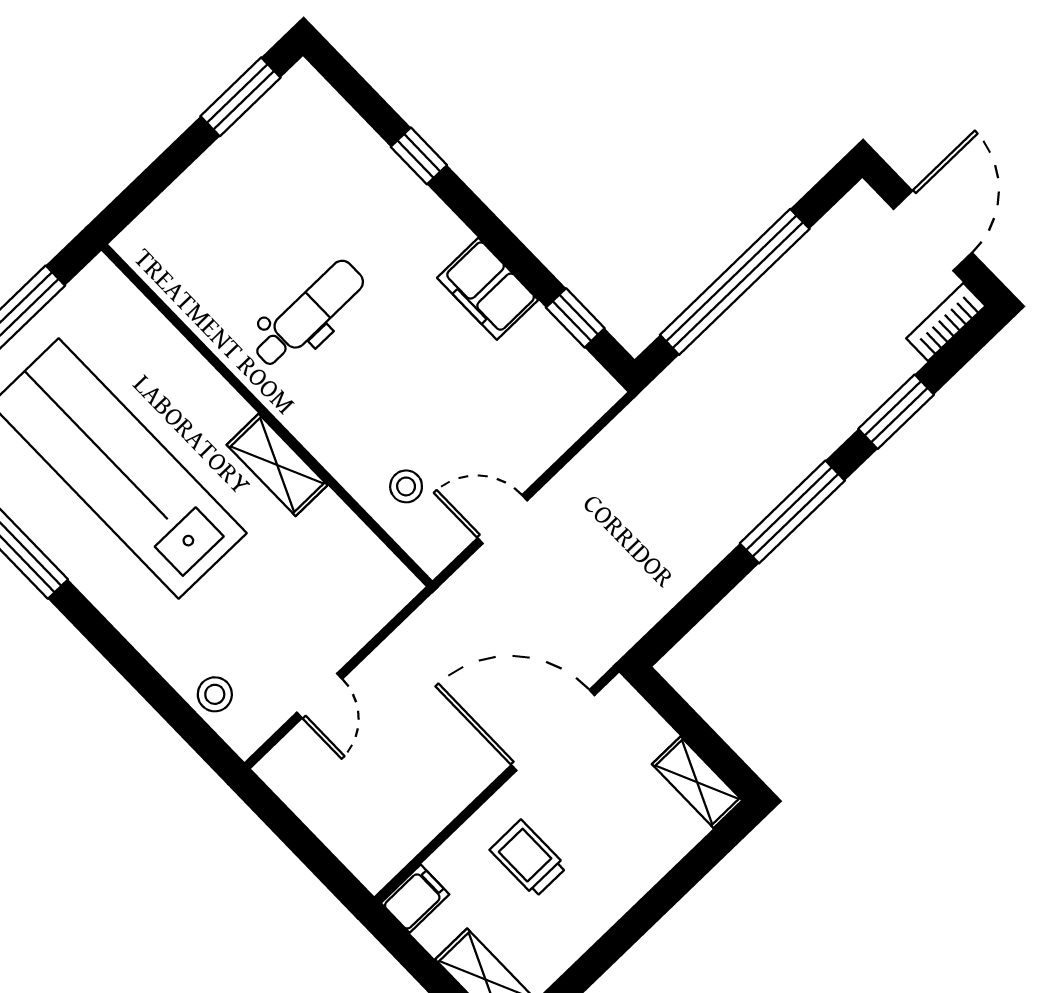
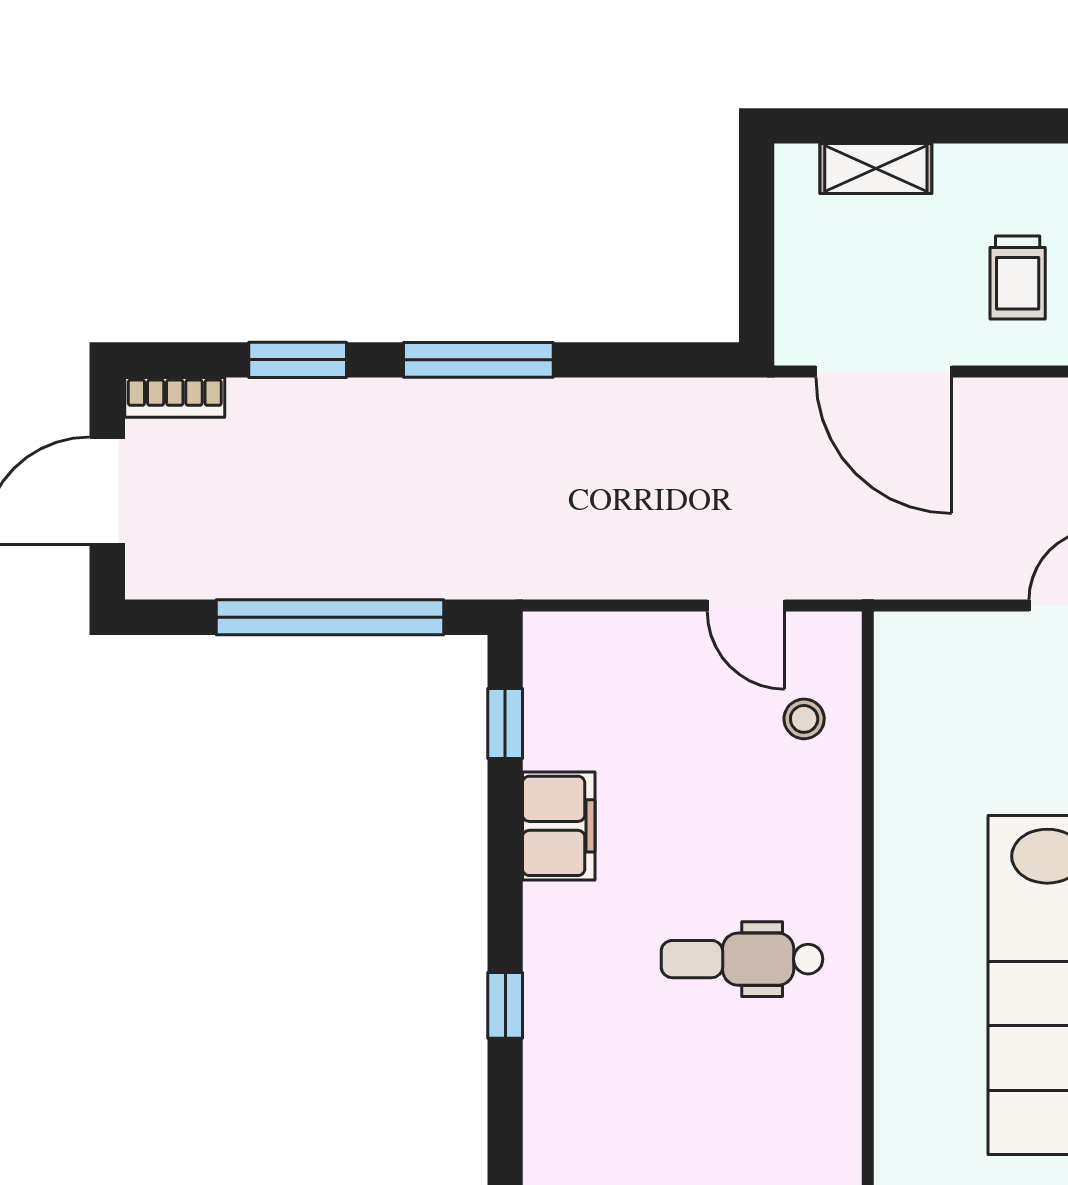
shelving: (277, 465) -> (902, 850), removed
shelving: (697, 782) -> (876, 169), moved, turned 90

